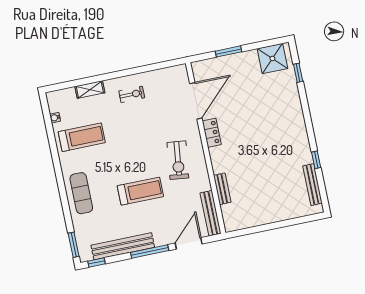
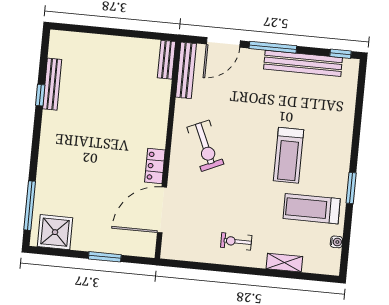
window: (298, 73) -> (30, 206), width x2.17
exercise bike: (178, 160) -> (205, 146), turned 149
bench: (312, 185) -> (52, 84), moved
bench: (222, 189) -> (166, 60), moved
treadmill: (140, 191) -> (289, 155), moved, turned -90
exercise mat: (81, 193) -> (333, 142), removed
window: (74, 245) -> (351, 188), moved

